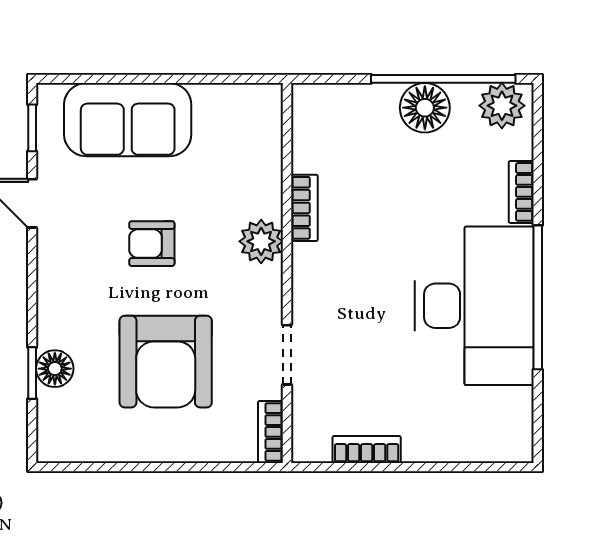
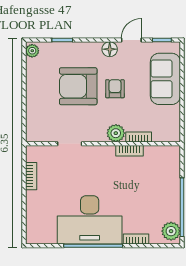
floor lamp: (425, 108) -> (170, 200), removed
armchair: (166, 362) -> (78, 86), moved
floor lamp: (55, 369) -> (110, 49), moved
bookcase: (271, 432) -> (139, 137), moved
plant: (58, 447) -> (32, 51), added

